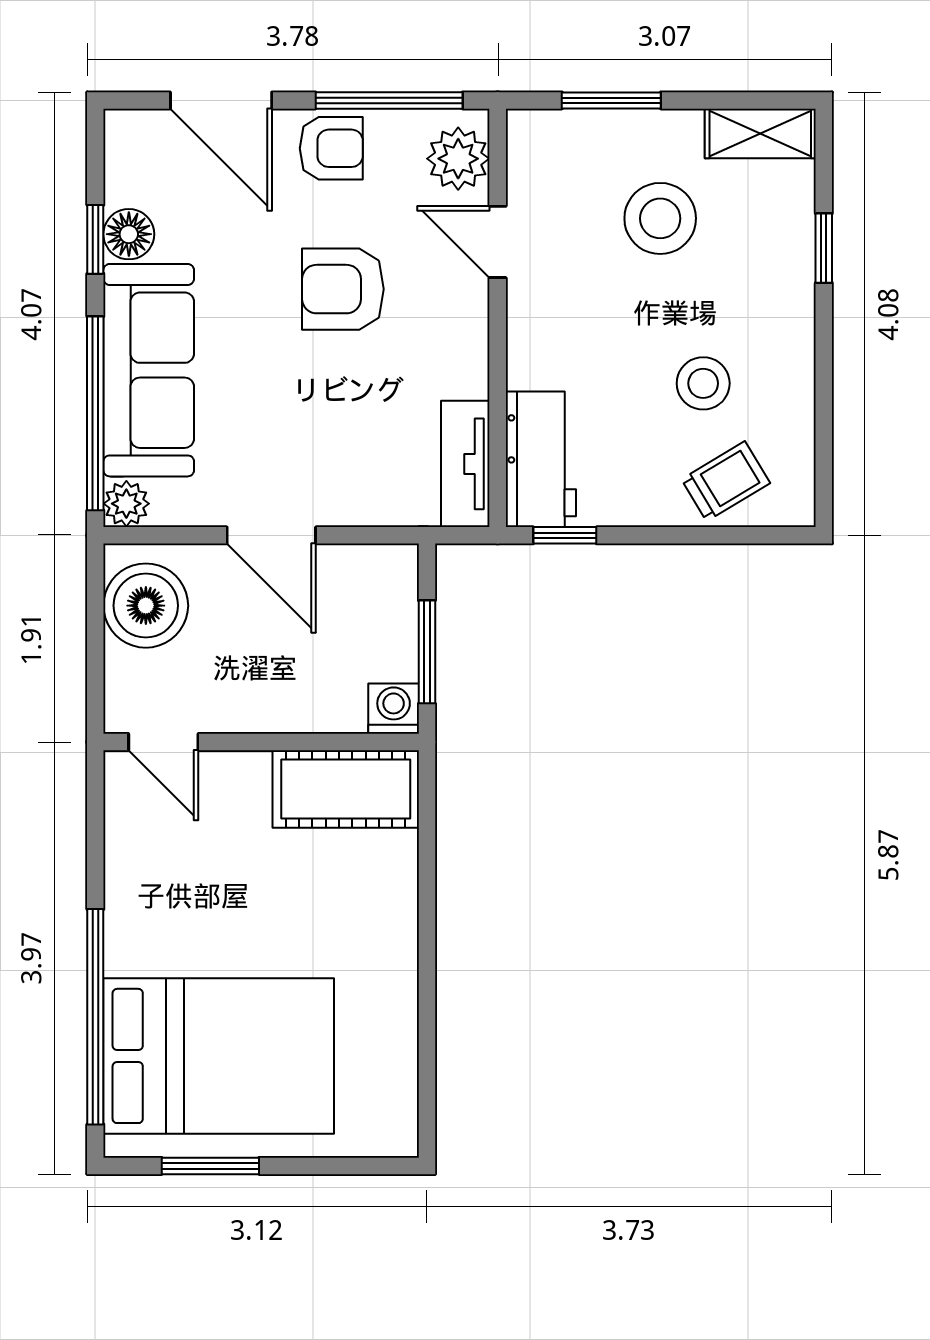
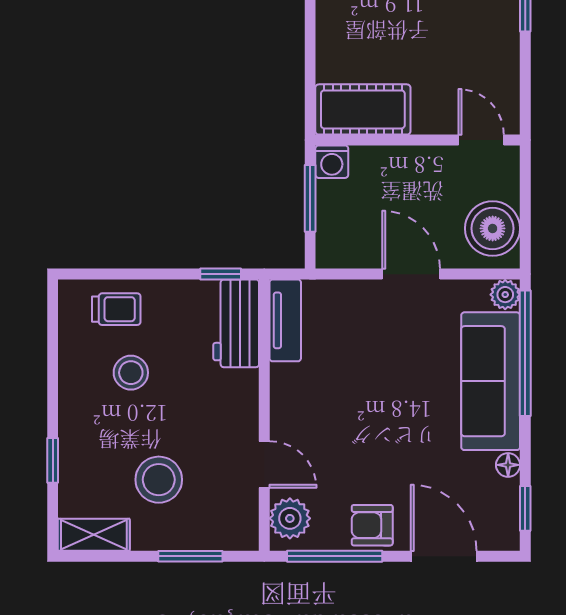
floor lamp: (129, 234) -> (508, 465), width x0.73, depth x0.73
window: (95, 239) -> (525, 508), moved
armchair: (343, 289) -> (365, 434), removed
trolley: (726, 481) -> (116, 309), turned -149

